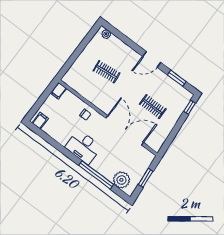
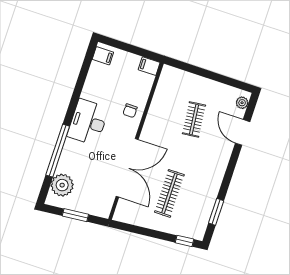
door: (152, 59) -> (243, 132), moved
clothes rail: (153, 107) -> (169, 193), width x1.36

